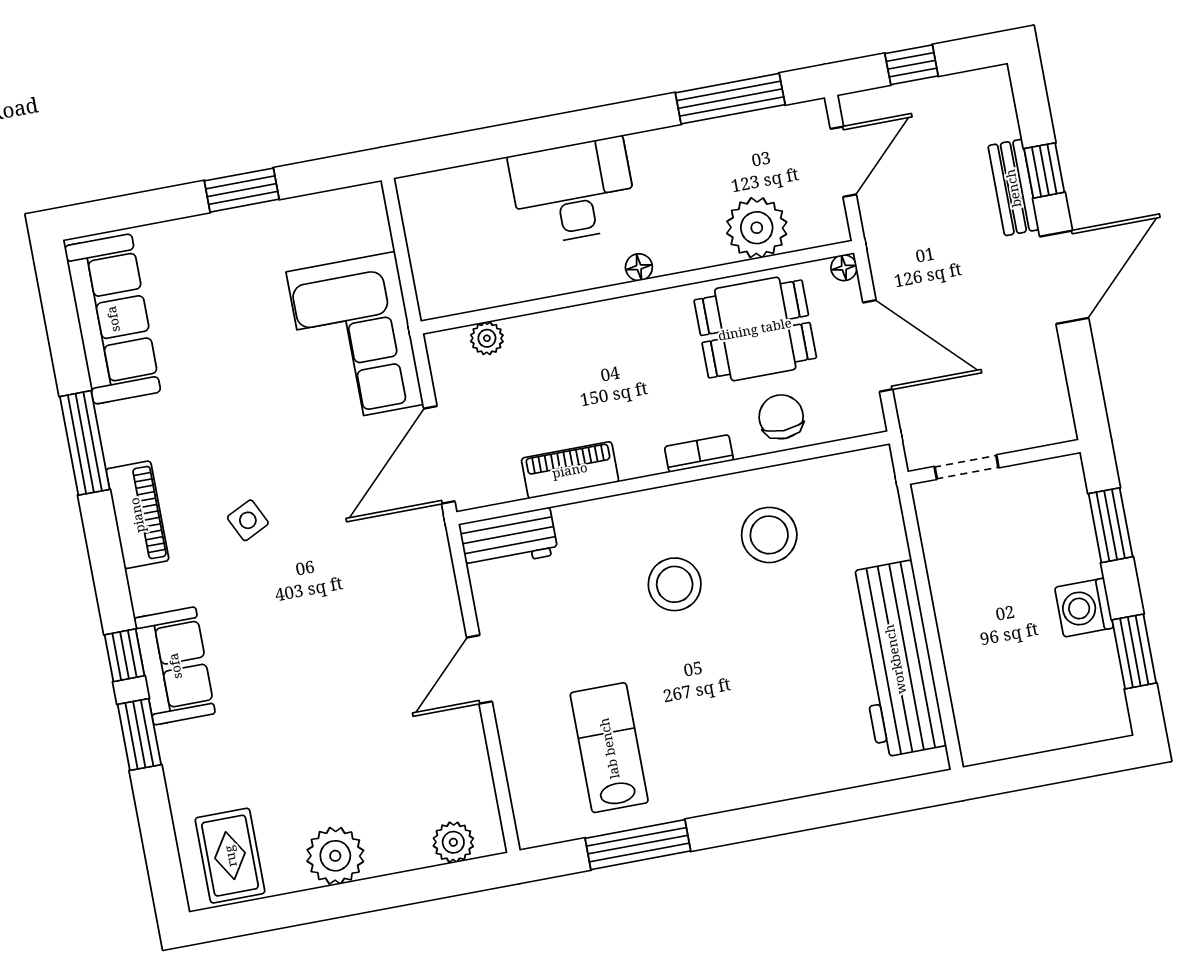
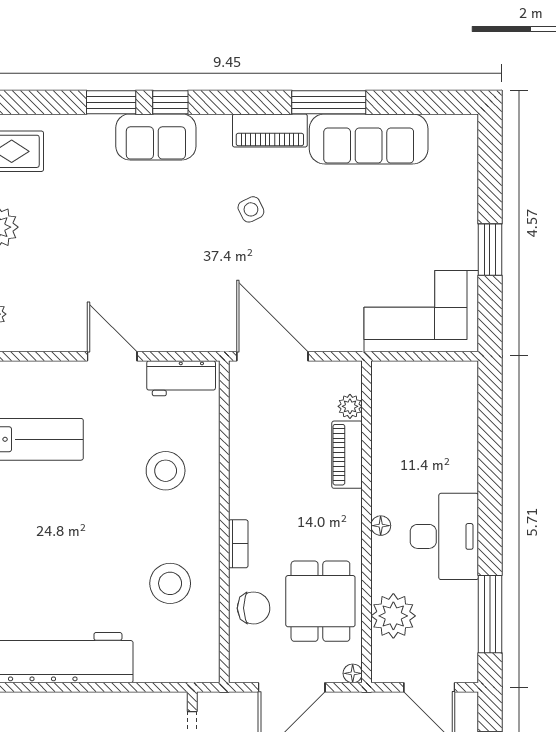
desk: (573, 191) -> (444, 536), moved
sofa: (113, 319) -> (369, 139), moved
corner sofa: (355, 338) -> (421, 311), moved
piano: (570, 470) -> (347, 455), moved, turned 180
workbench: (508, 539) -> (181, 378), moved, turned -90
stool: (675, 584) -> (166, 471), moved

